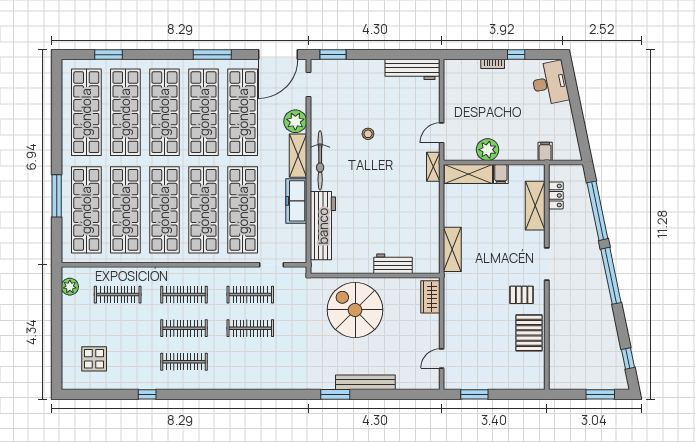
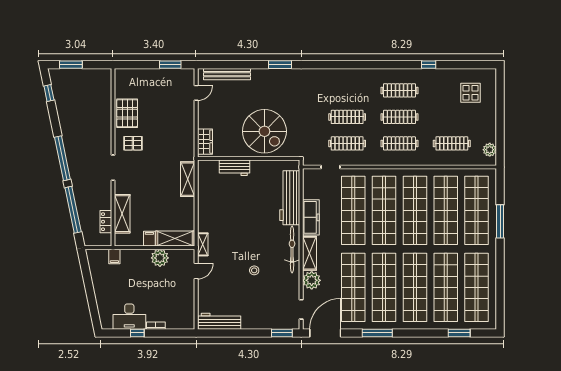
desk: (550, 83) -> (129, 317), moved, turned -78
bench: (365, 382) -> (227, 74), moved

